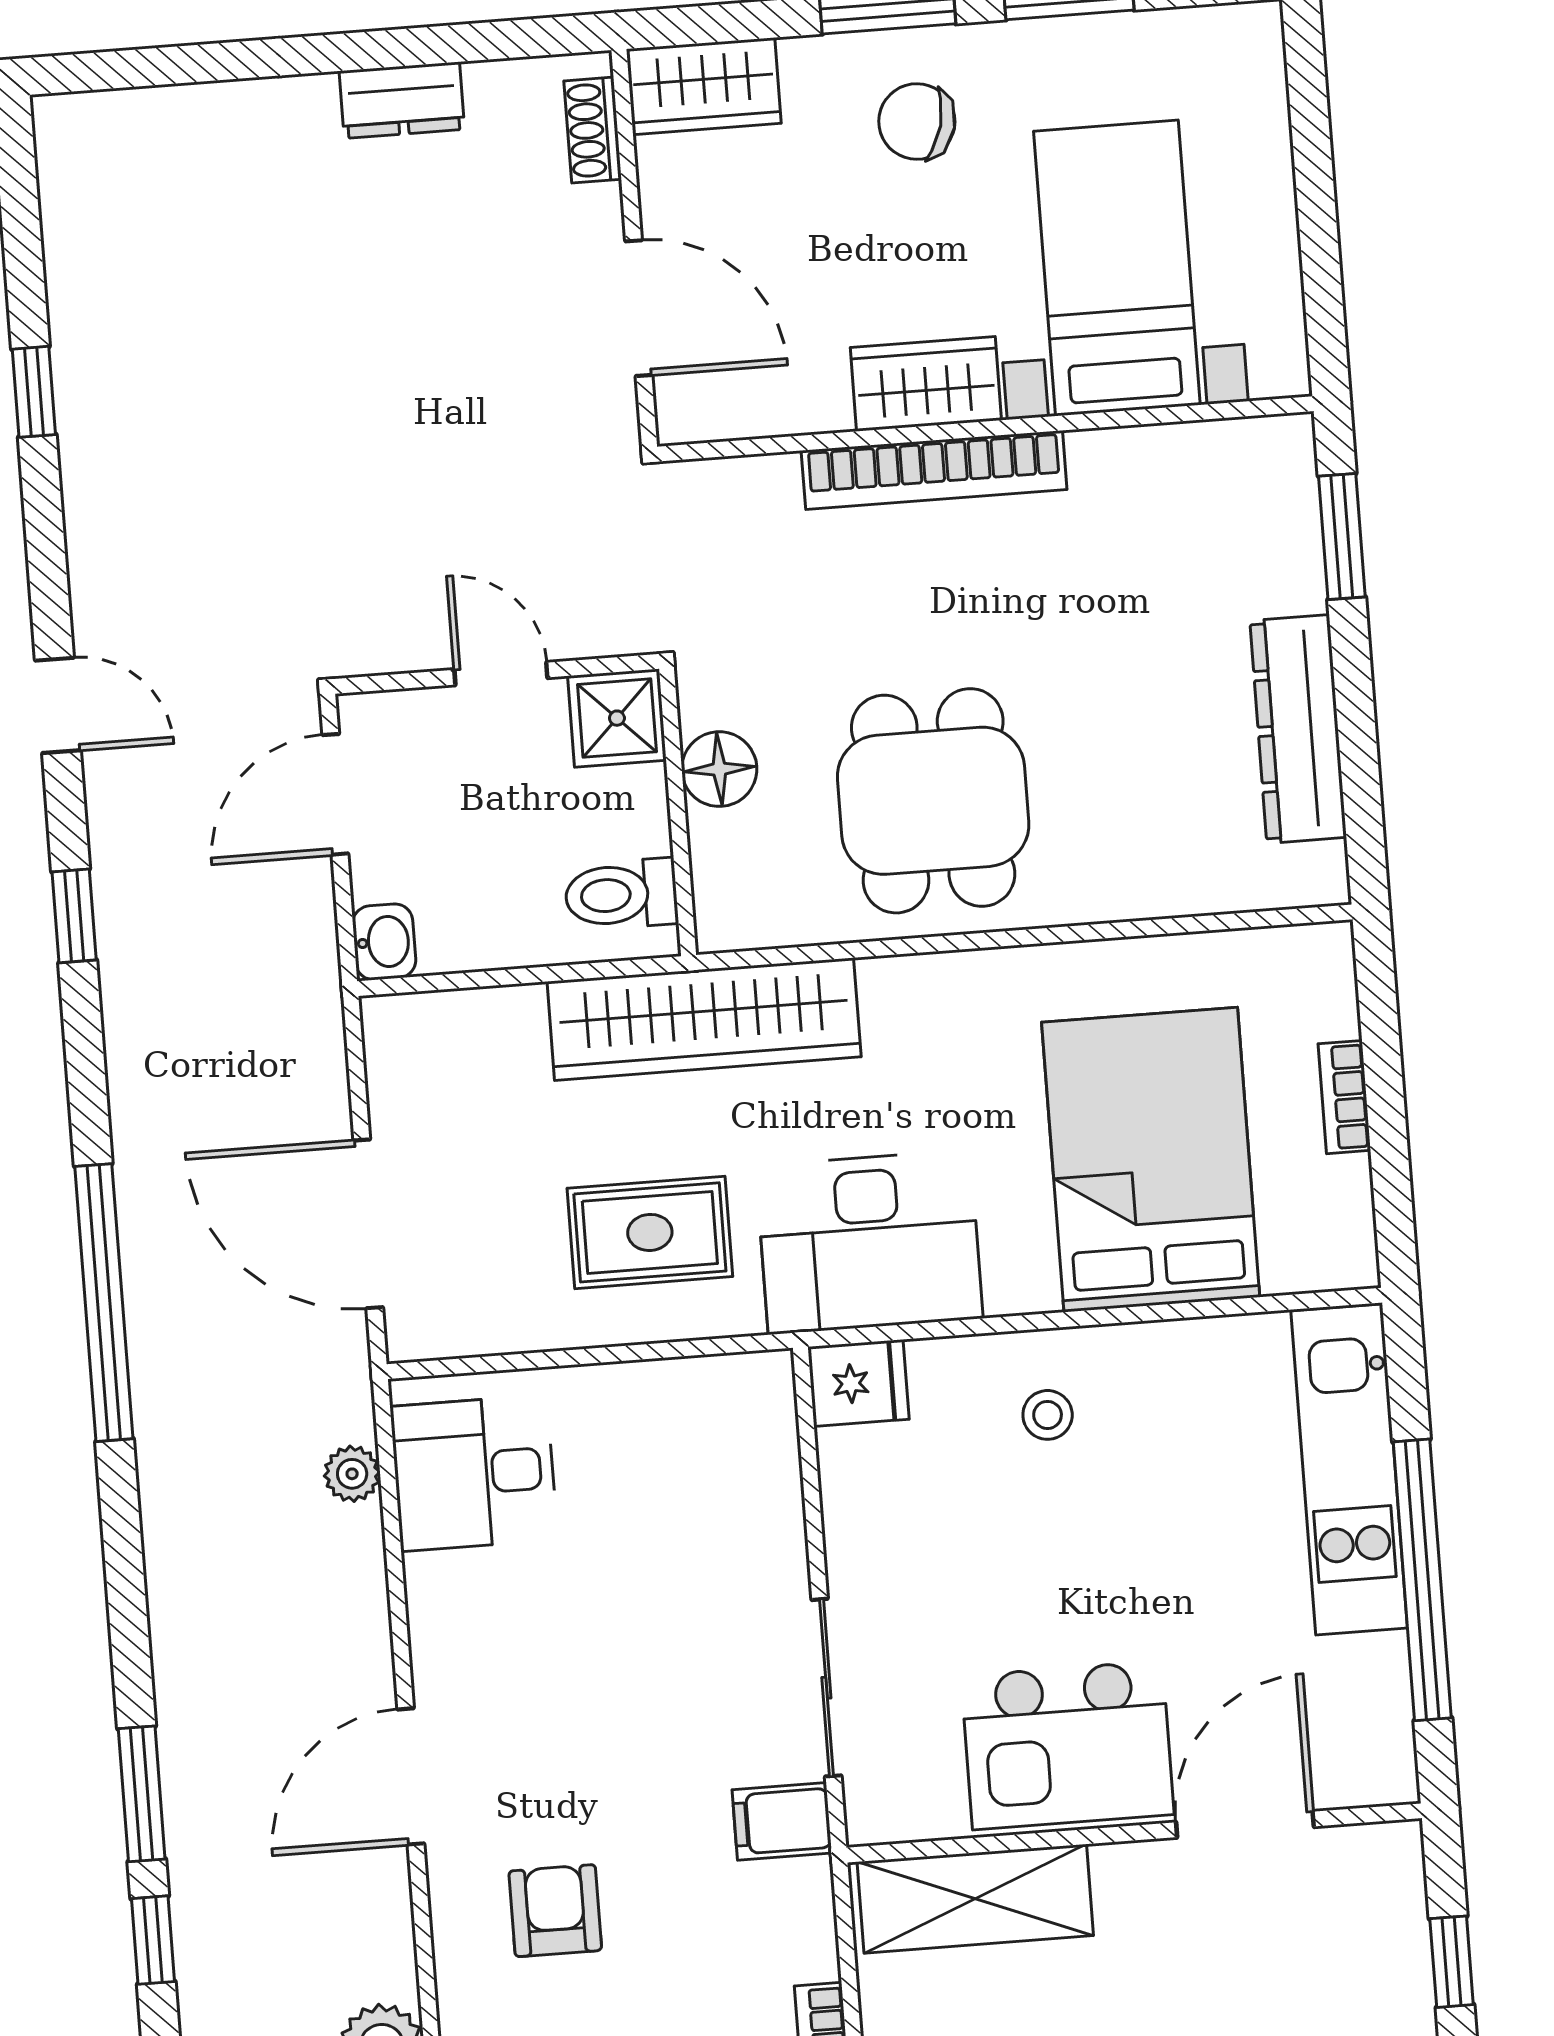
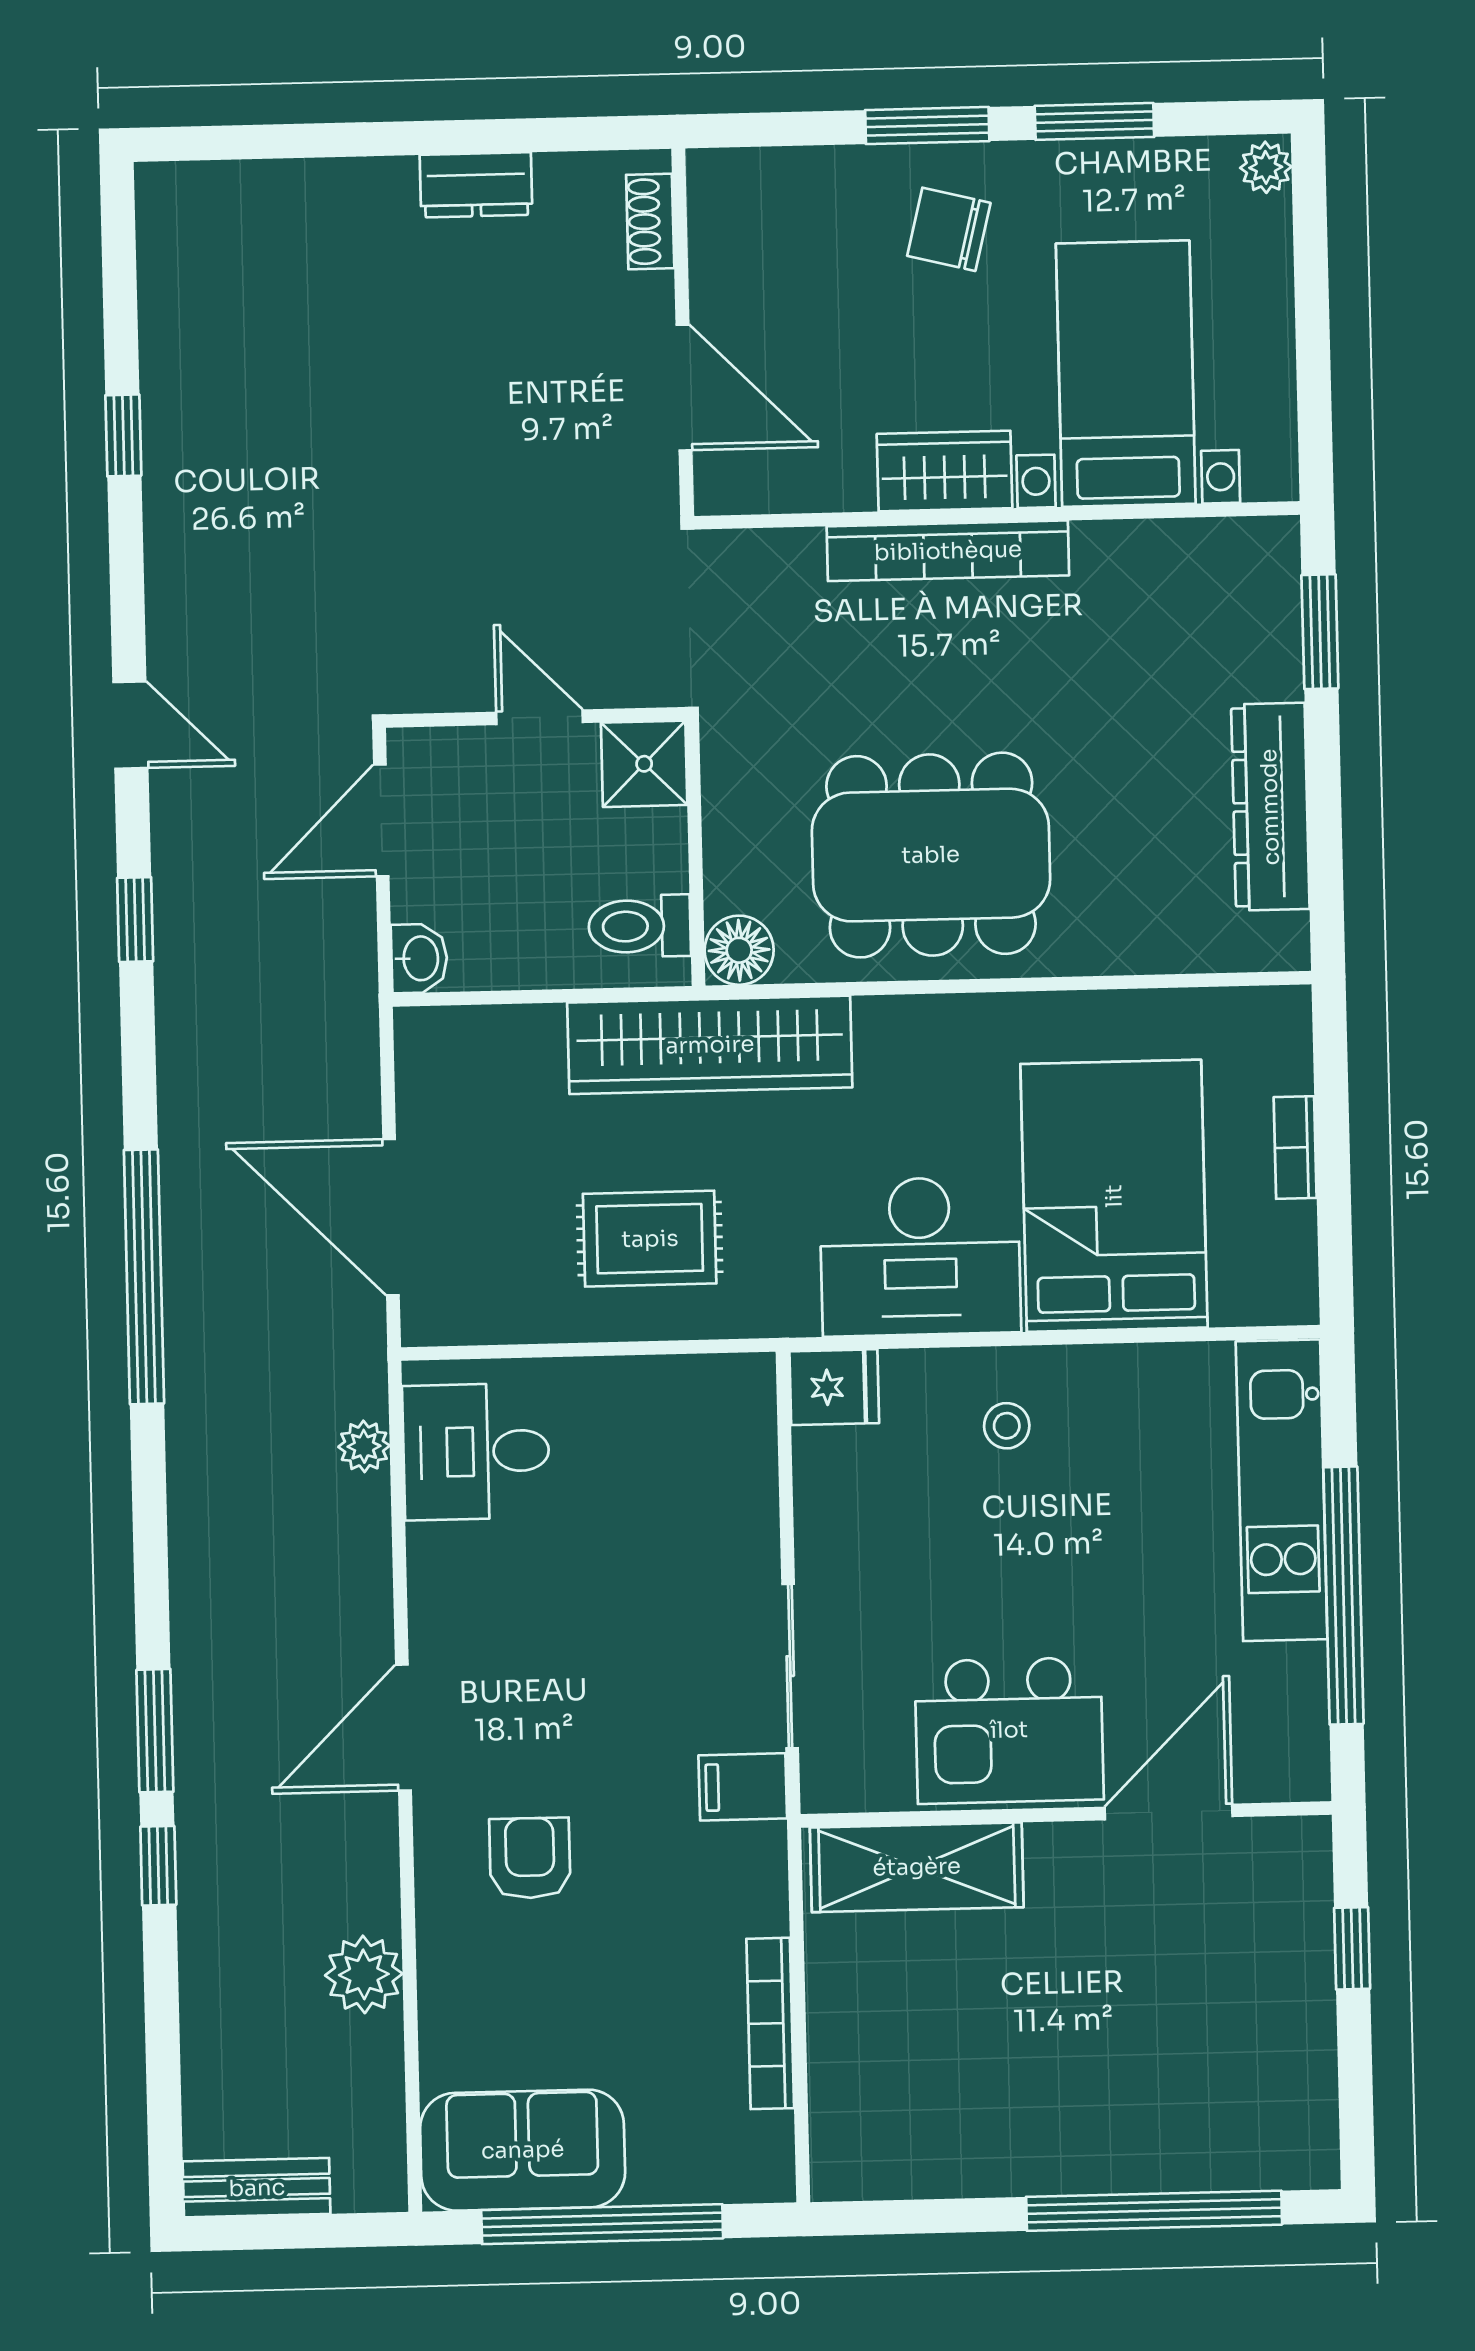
plant: (1257, 36) -> (1266, 167), added
wardrobe: (704, 86) -> (754, 187), removed
floor lamp: (719, 769) -> (739, 950), moved
dining table: (933, 801) -> (931, 855), width x1.38
desk: (869, 1242) -> (920, 1256), moved

